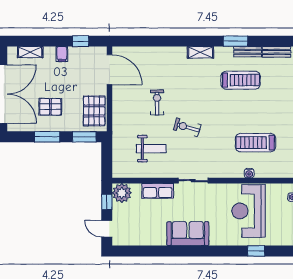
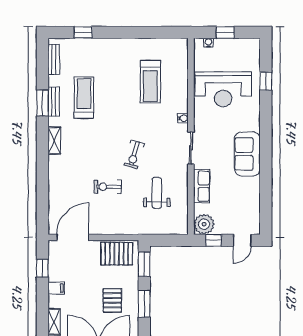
bench: (248, 52) -> (54, 102), moved
water cooler: (249, 173) -> (183, 118), moved

